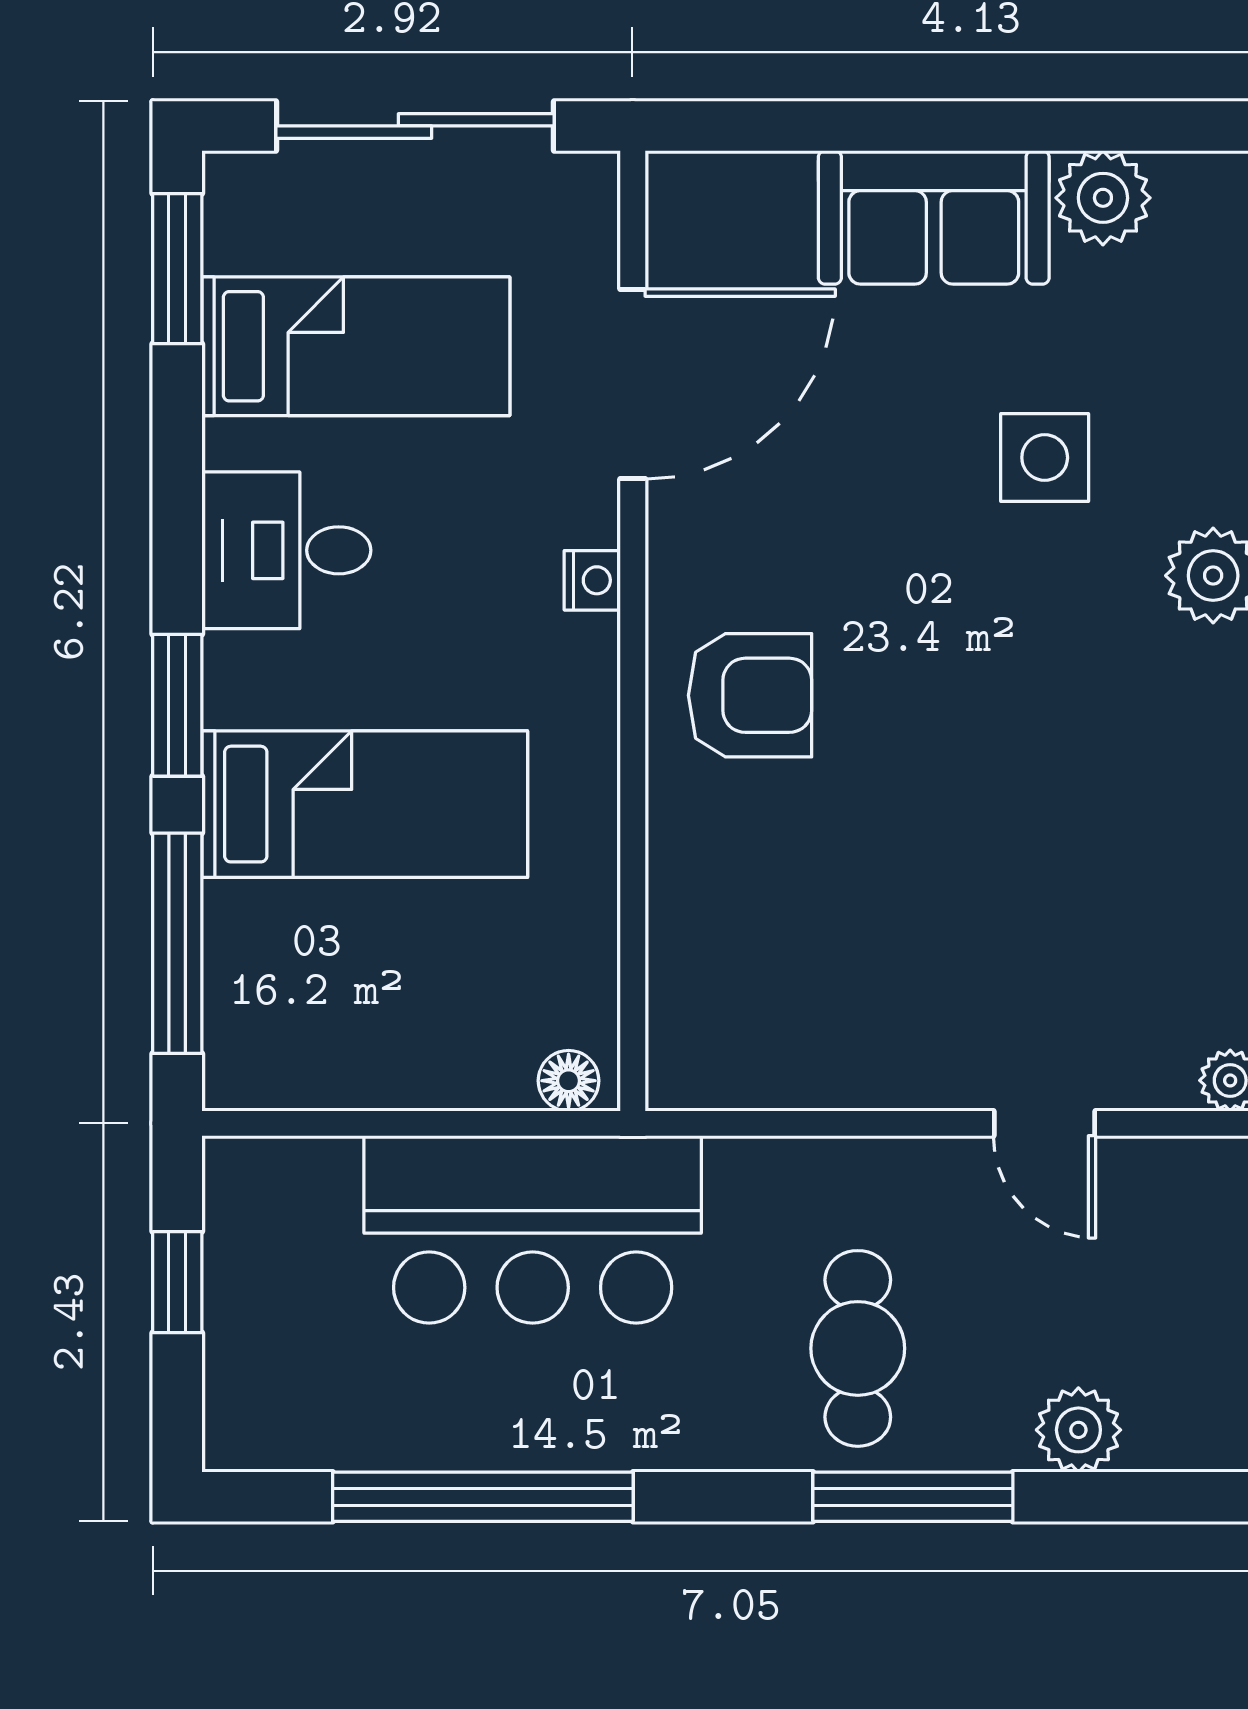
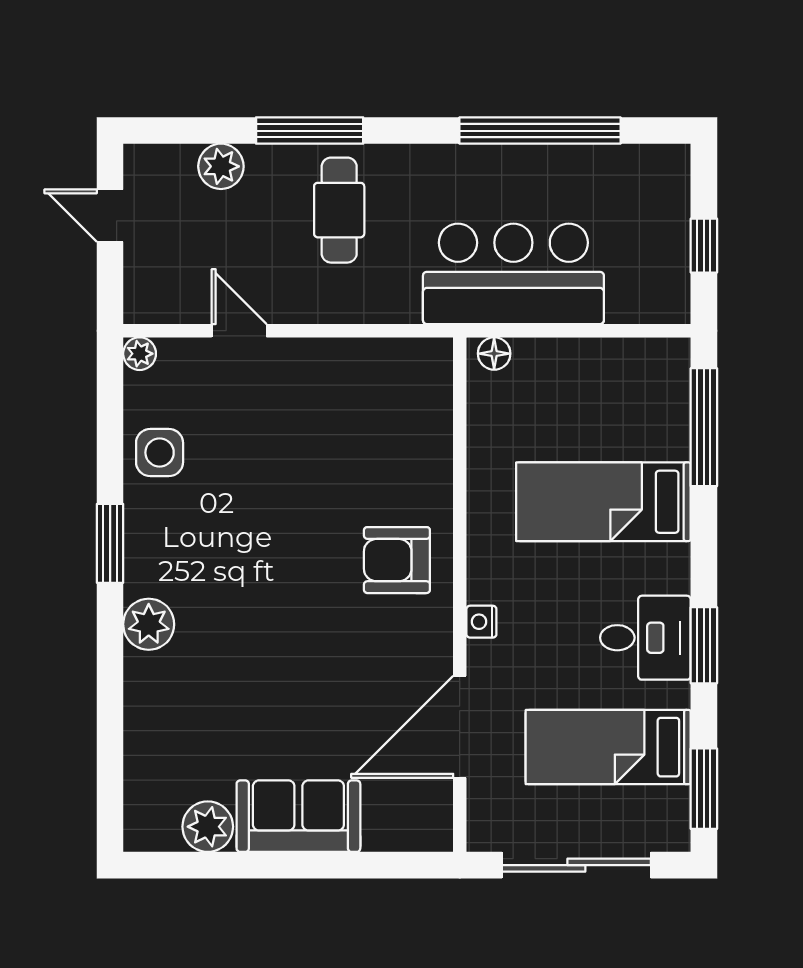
side table: (1045, 458) -> (160, 453), moved
window: (177, 705) -> (704, 645), moved

